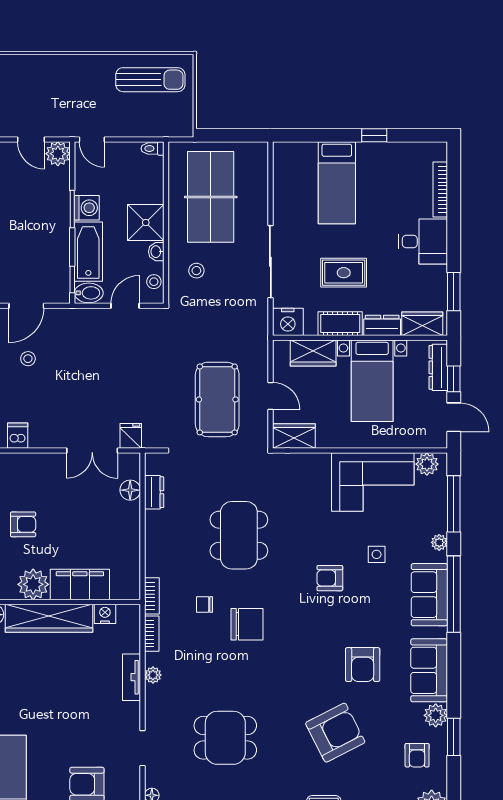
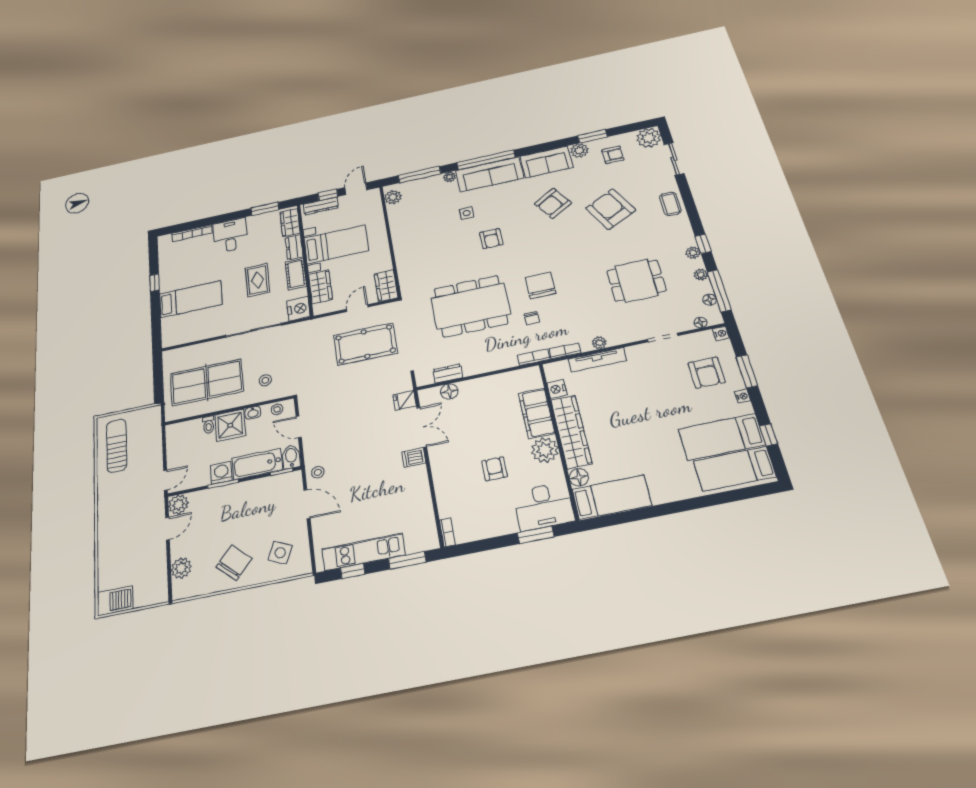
toilet: (153, 148) -> (209, 425), moved
stool: (28, 359) -> (318, 472), moved
dishwasher: (18, 436) -> (414, 457), moved
corner sofa: (373, 482) -> (412, 227), removed
dining table: (239, 535) -> (471, 306), width x1.36, depth x1.24
sofa: (429, 595) -> (490, 174), width x1.36
armchair: (363, 665) -> (553, 203), turned 148
tv unit: (131, 677) -> (597, 360), width x1.41
dining table: (225, 738) -> (636, 281), turned 90

